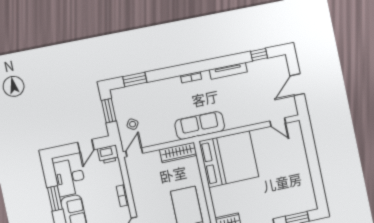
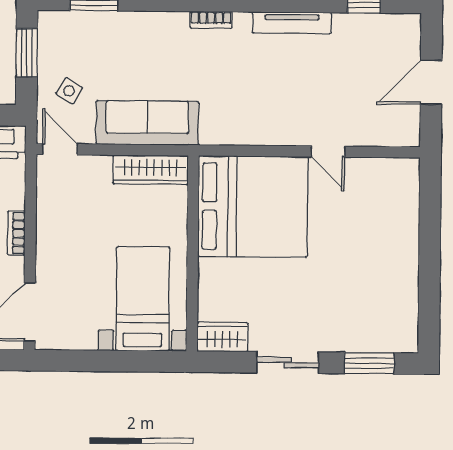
door: (278, 122) -> (328, 152), moved
sofa: (200, 125) -> (147, 123), moved
door: (134, 152) -> (60, 149), hinge flipped

